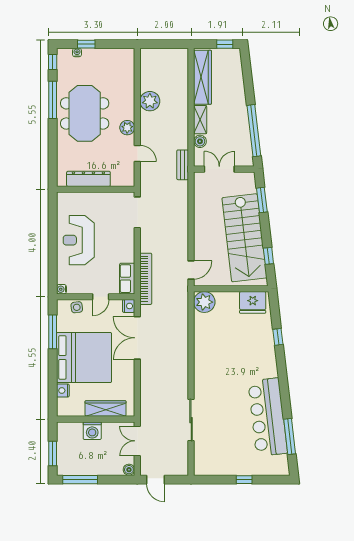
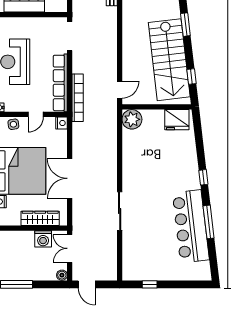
row of seats: (127, 279) -> (60, 83), width x2.02
window: (278, 337) -> (203, 177), moved
double door: (137, 338) -> (70, 178), moved
sliding door: (191, 420) -> (120, 211), moved
washing machine: (92, 431) -> (43, 239), moved
window: (290, 436) -> (209, 222), moved
window: (244, 480) -> (150, 284), moved

